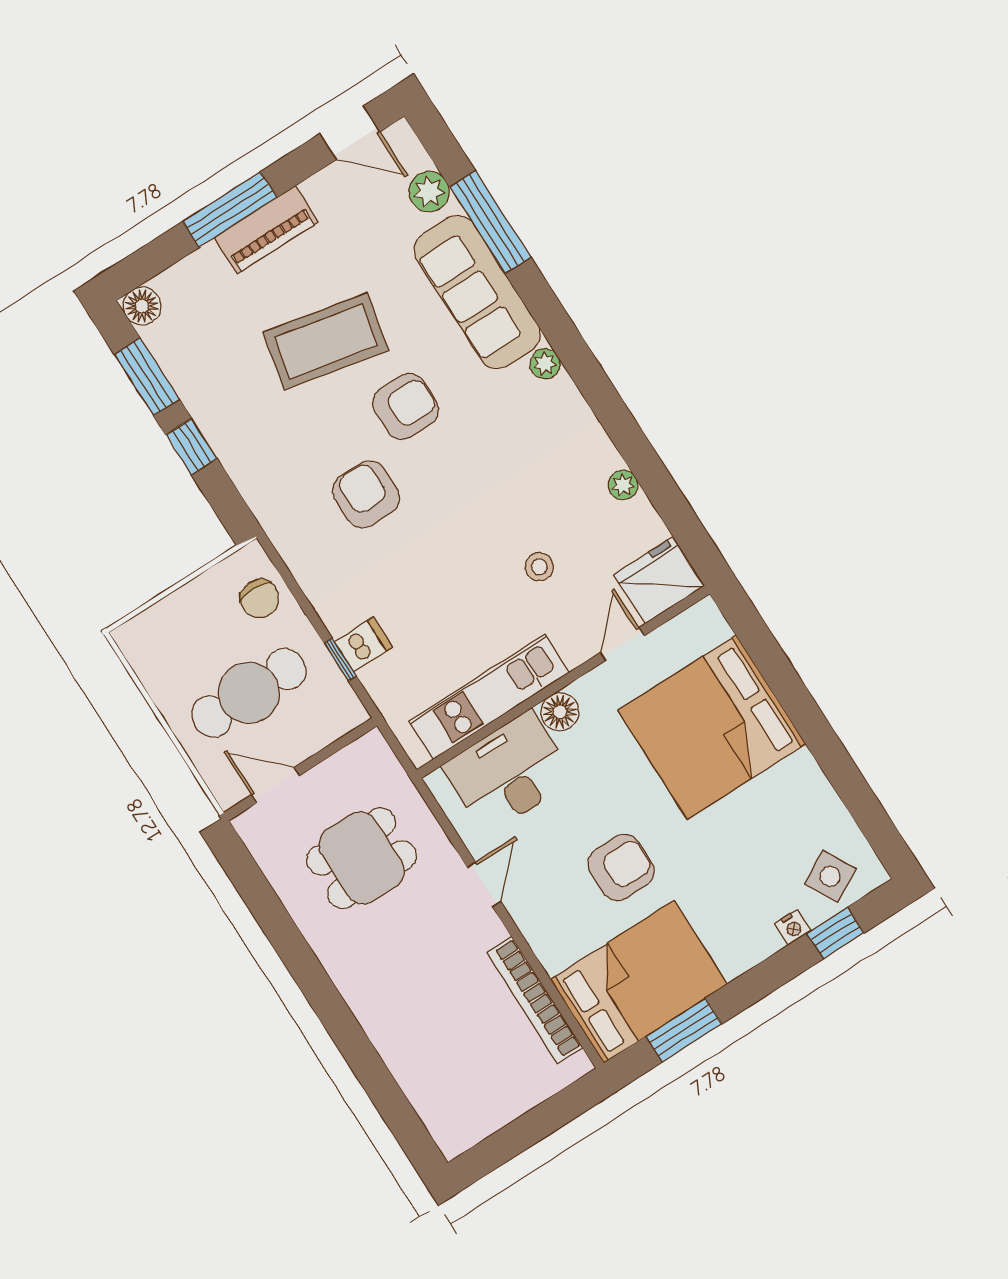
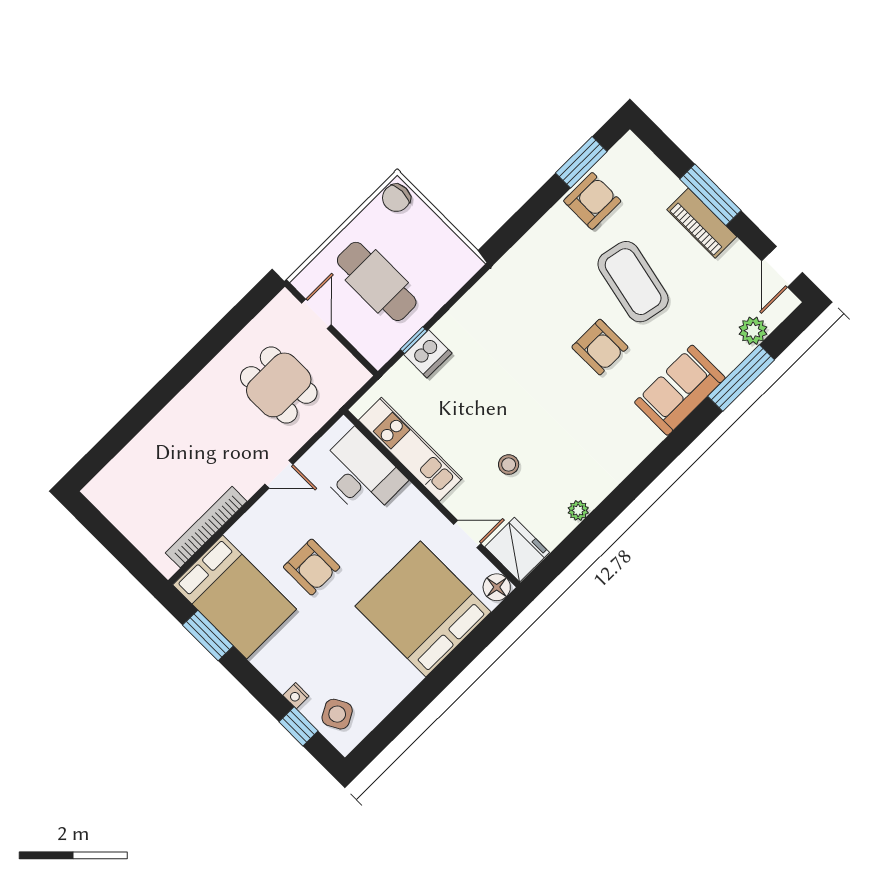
sofa: (477, 292) -> (680, 390), width x0.73
floor lamp: (142, 306) -> (630, 148), removed
plant: (545, 364) -> (651, 438), removed
window: (191, 447) -> (539, 204), removed
armchair: (366, 494) -> (592, 201), moved
chair: (260, 599) -> (396, 198), moved
dishwasher: (363, 644) -> (428, 354), width x1.38
floor lamp: (560, 712) -> (497, 587), moved

